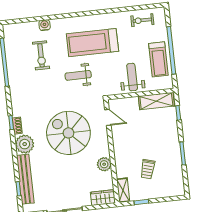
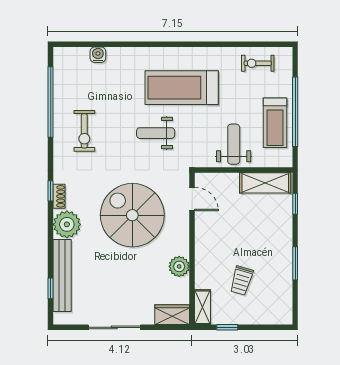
water cooler: (45, 25) -> (98, 55), moved
exercise bike: (41, 55) -> (84, 131), moved

